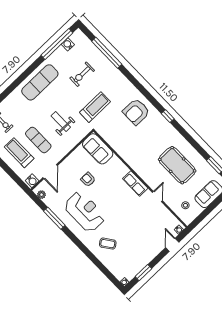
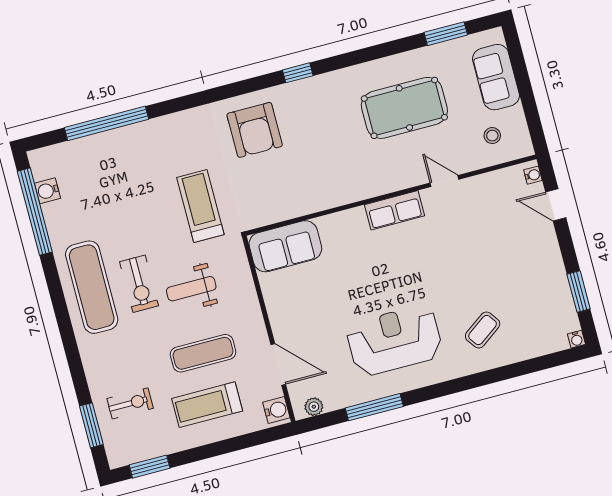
exercise bike: (82, 74) -> (139, 284), moved
armchair: (88, 180) -> (335, 299), removed

